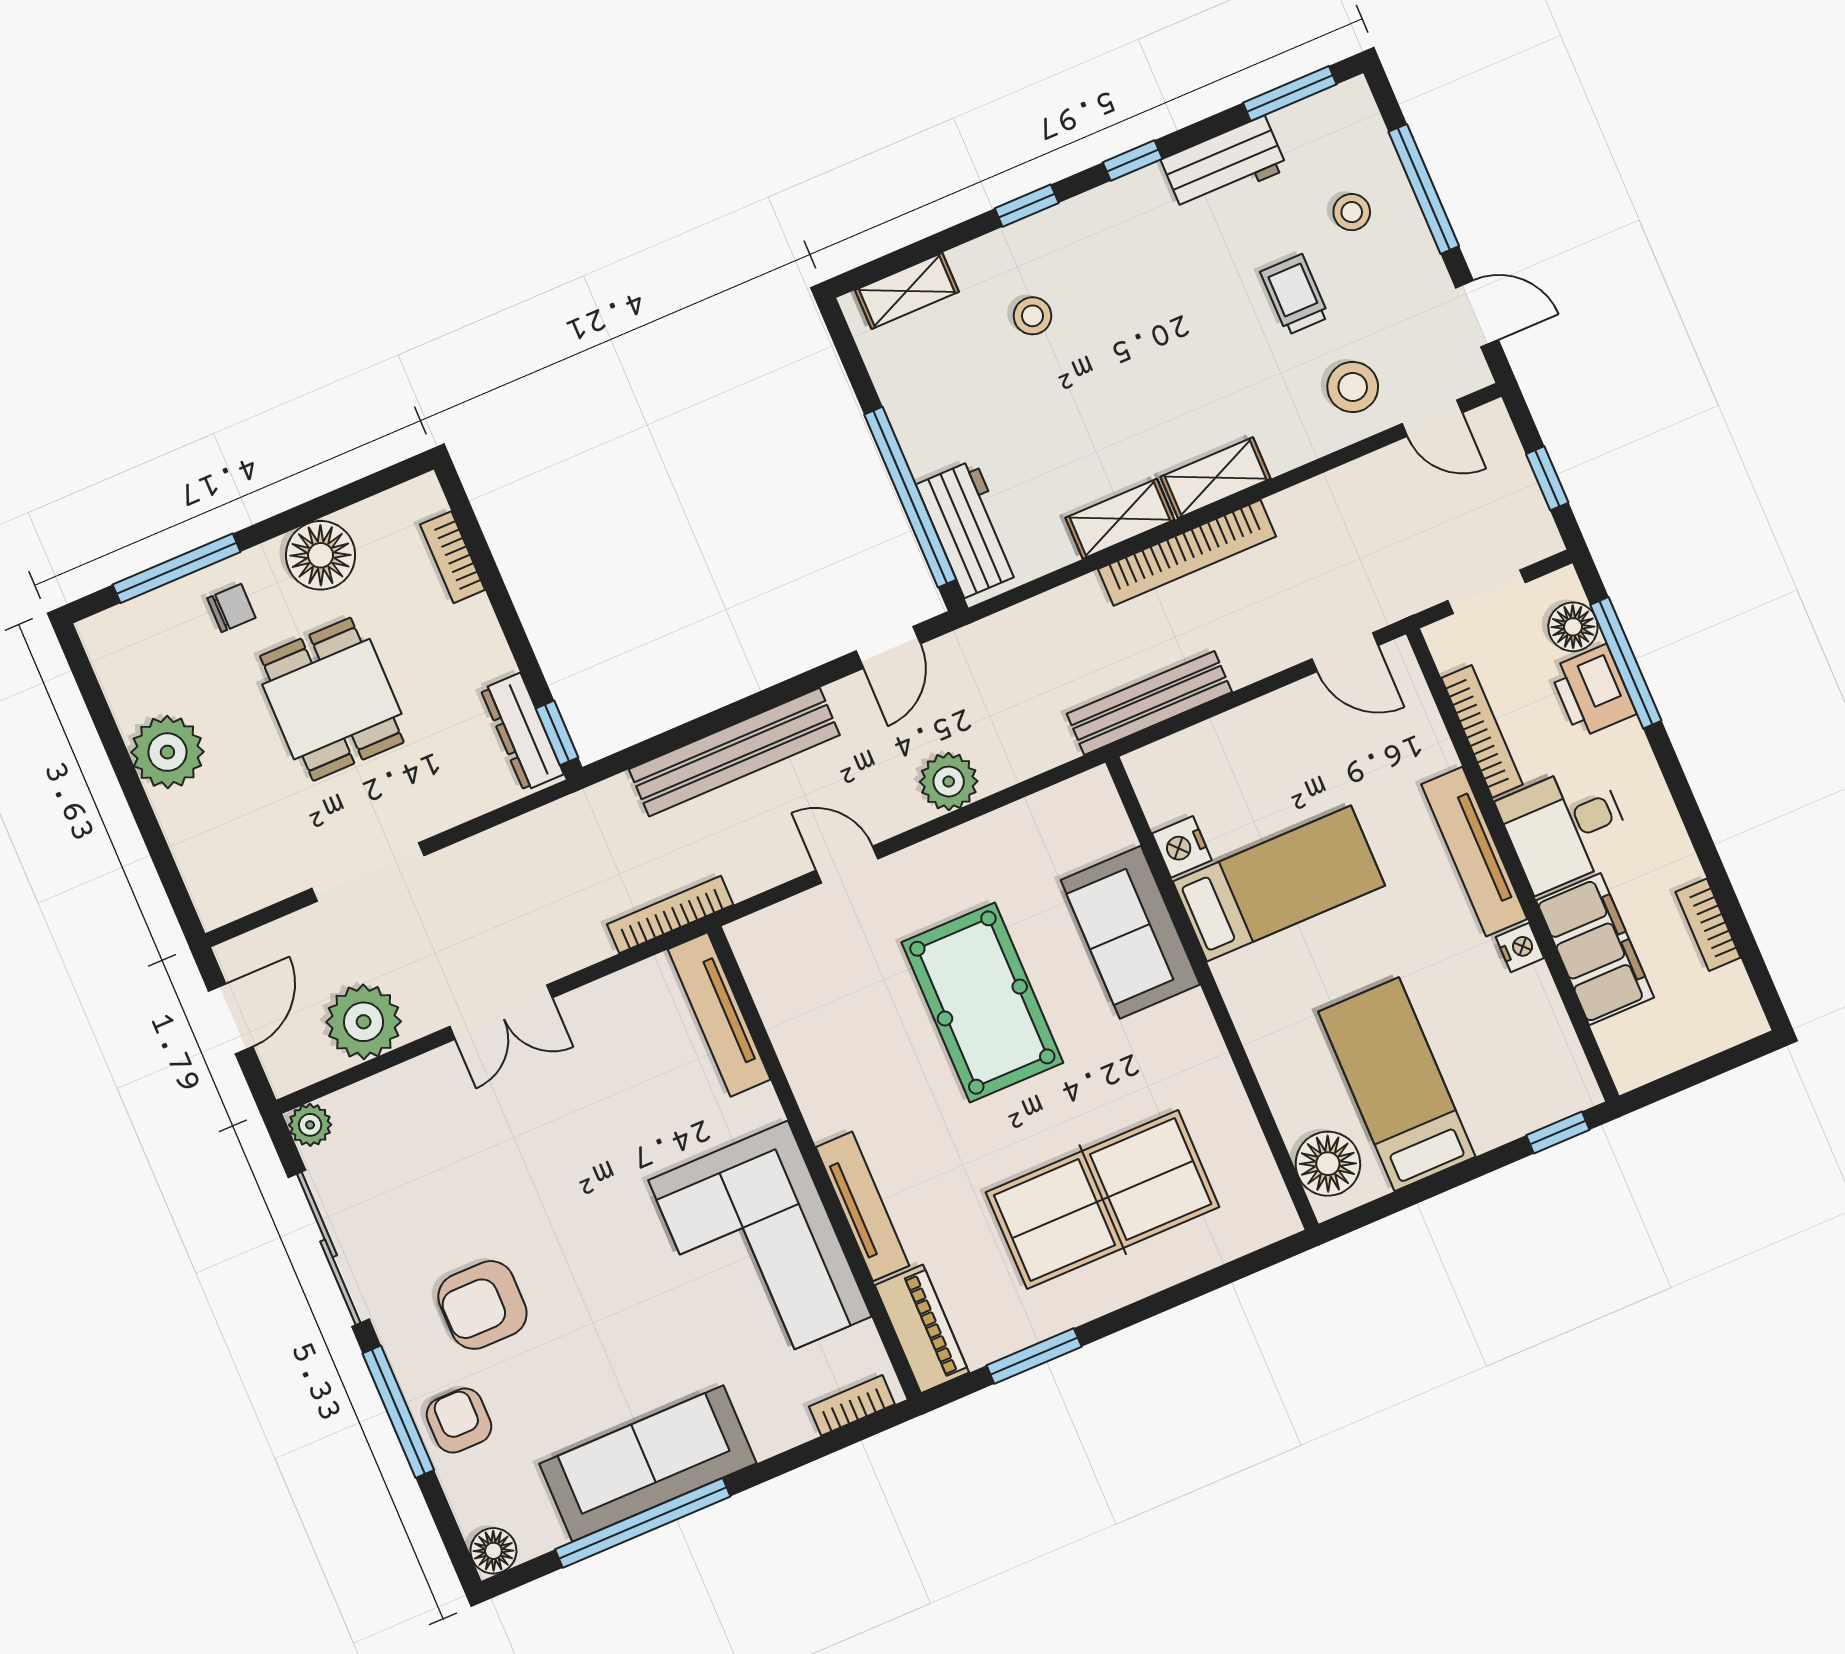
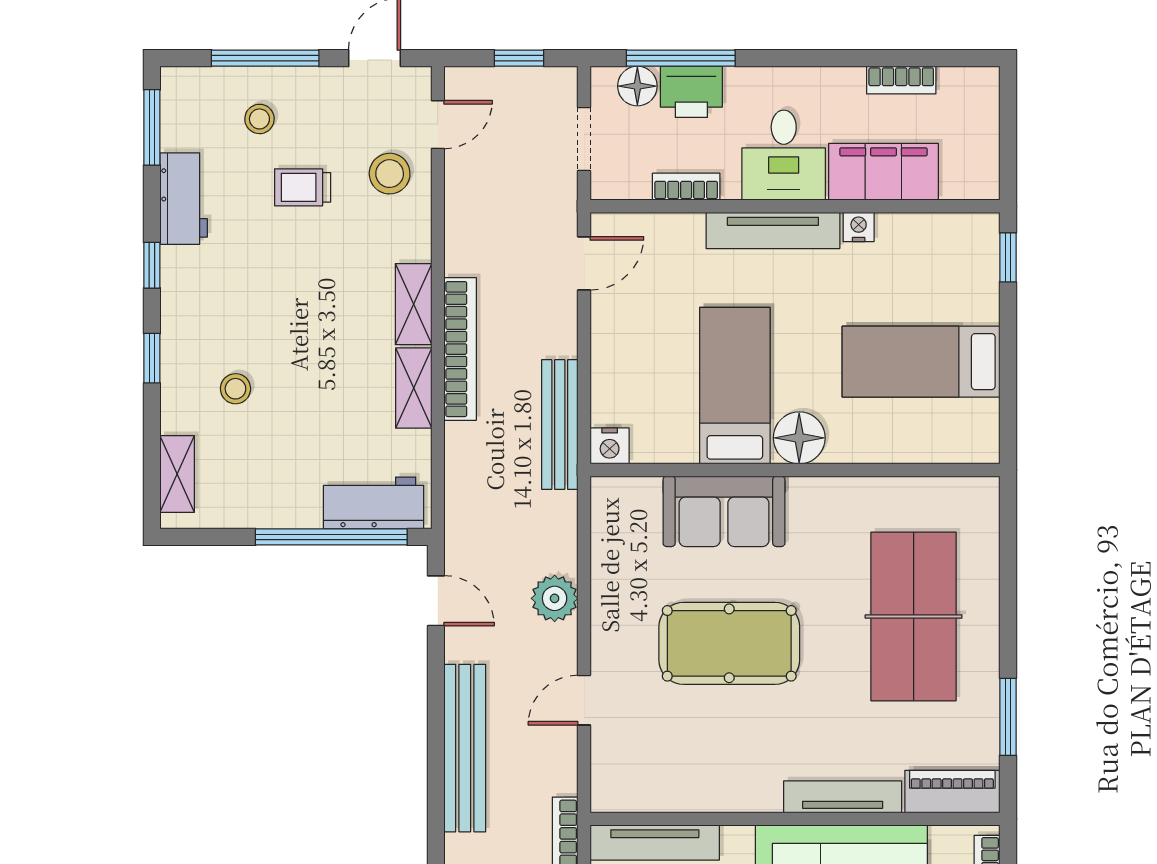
bookcase: (1482, 731) -> (686, 187), width x0.64
nightstand: (1182, 847) -> (610, 446), moved
floor lamp: (1328, 1164) -> (799, 438), moved

